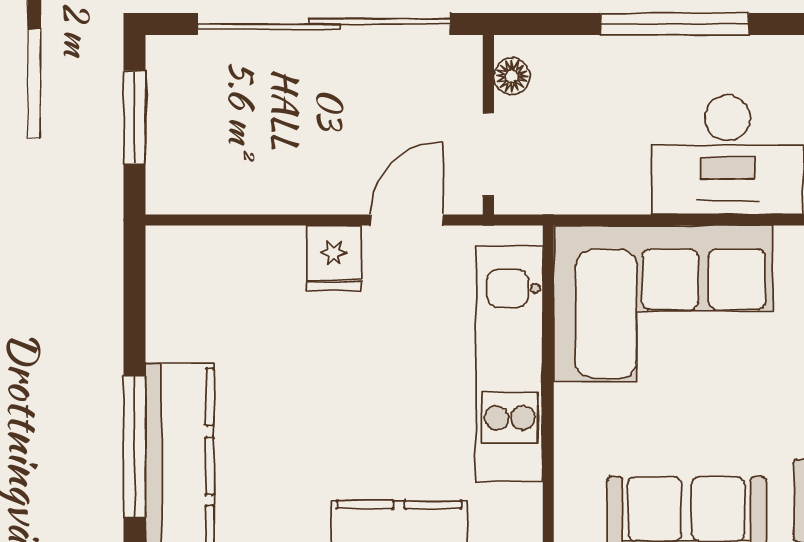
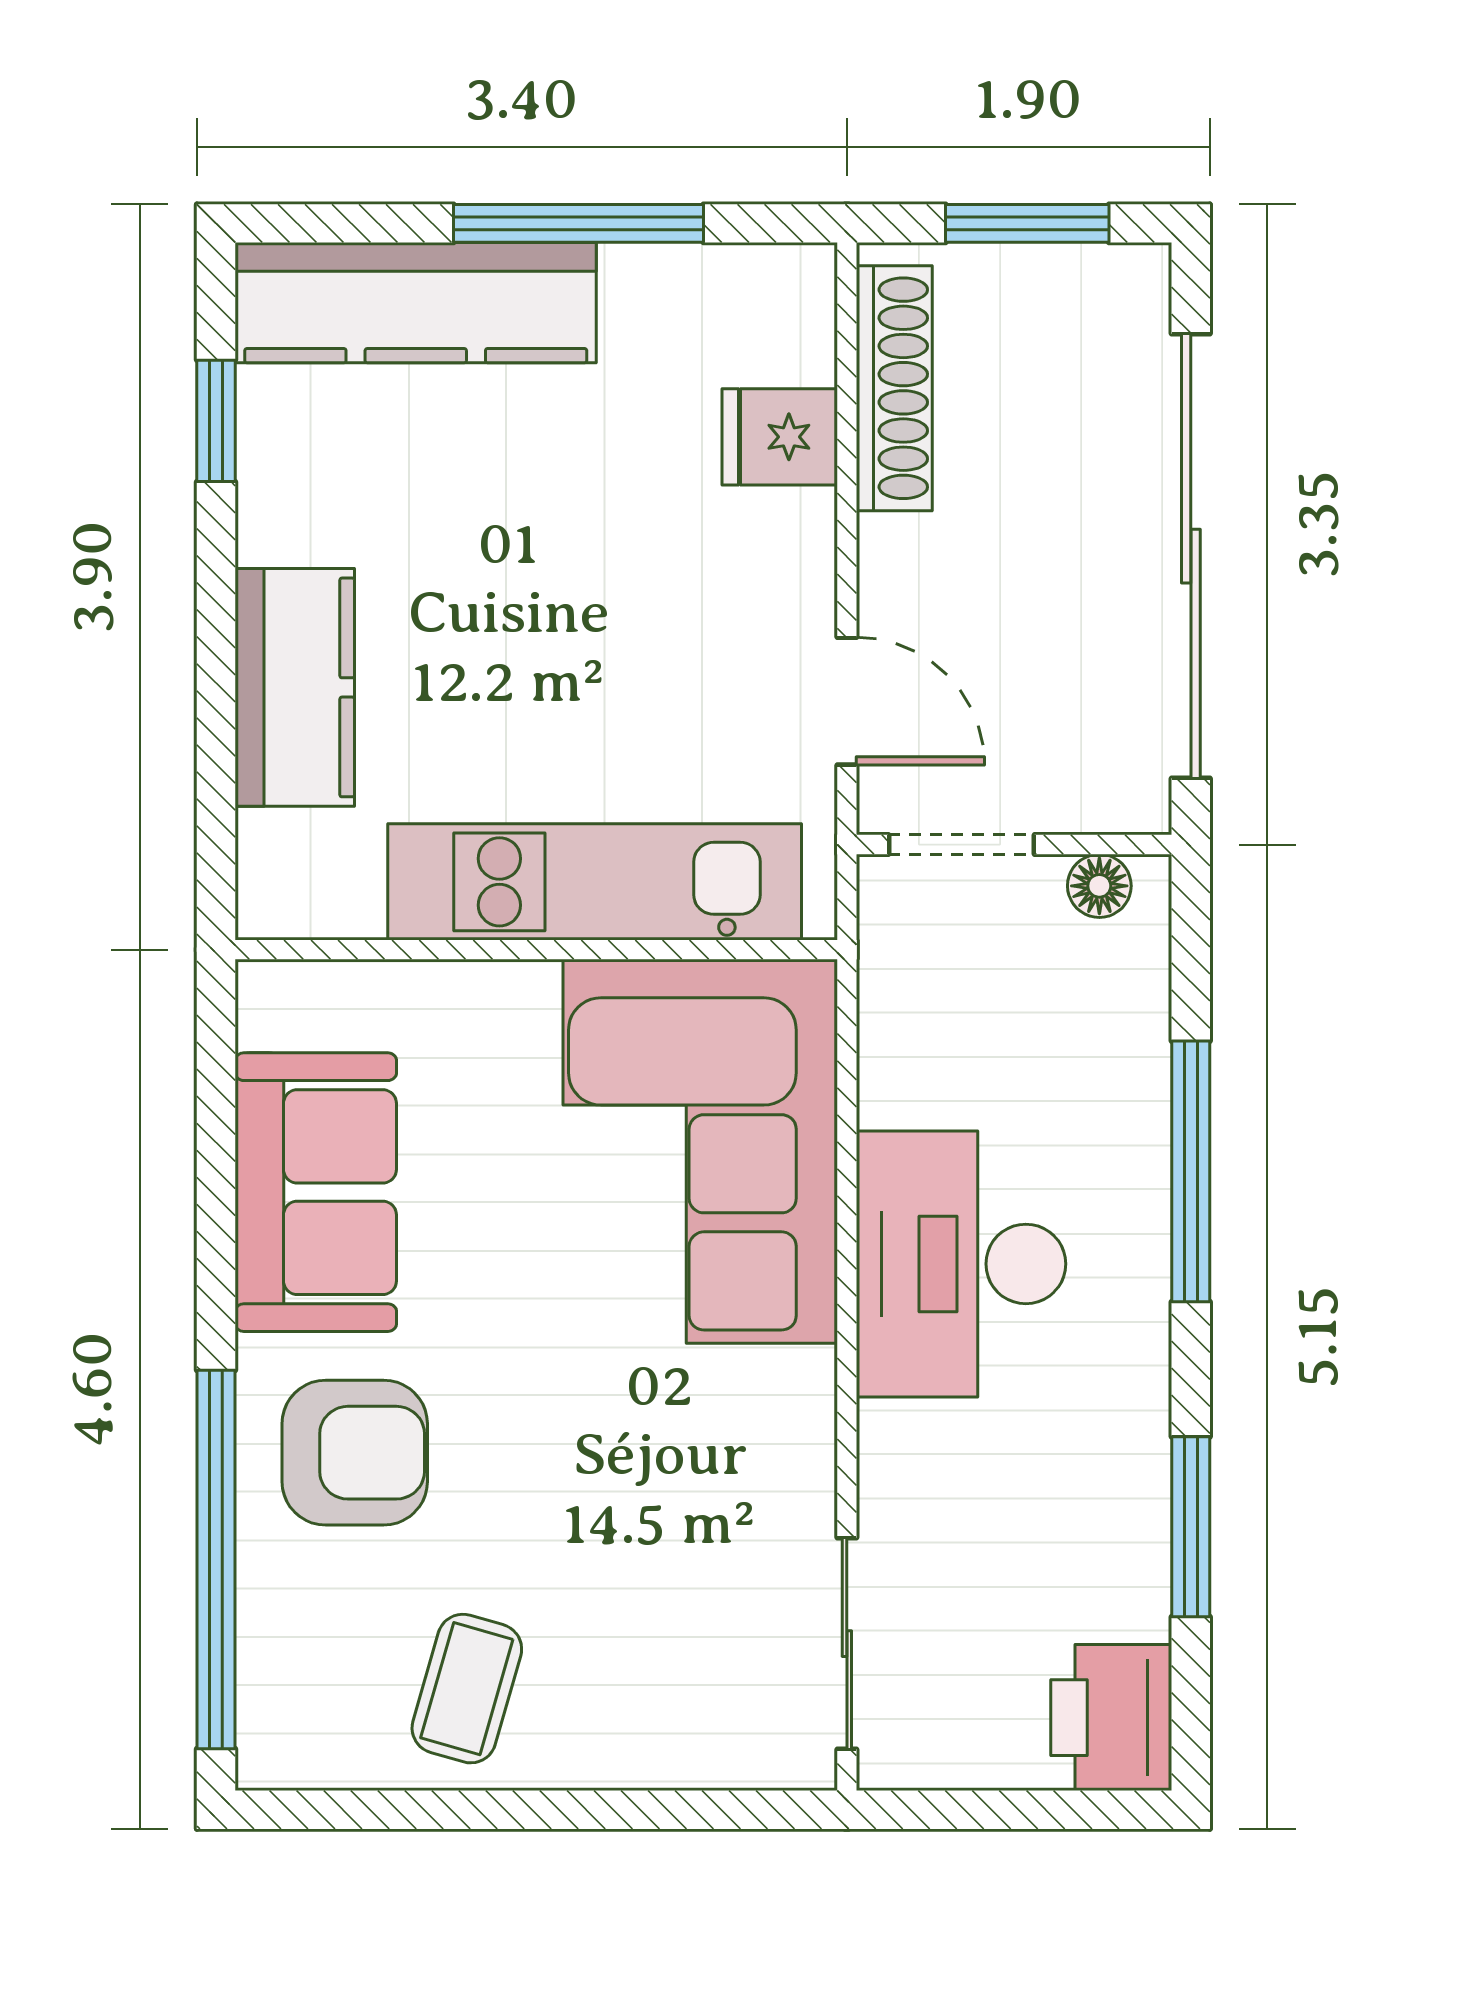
shoe rack: (228, 193) -> (894, 388), added
fridge: (334, 258) -> (780, 437), moved
window: (135, 447) -> (579, 223), moved

